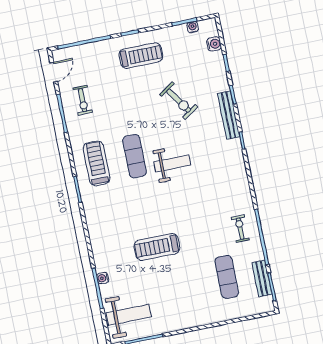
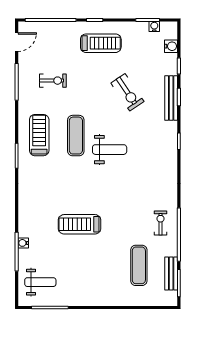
exercise bike: (83, 100) -> (53, 81), moved, turned -90
bench: (229, 115) -> (171, 98), moved
weight bench: (129, 315) -> (40, 282), width x0.73, depth x0.75

